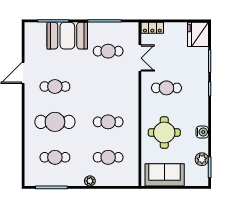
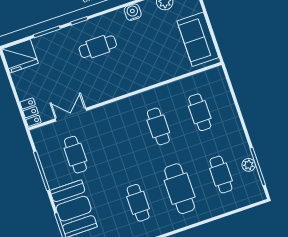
cafe table: (166, 88) -> (98, 47), moved, turned 90
round table: (164, 133) -> (148, 56), removed
plant: (90, 181) -> (249, 165), moved

